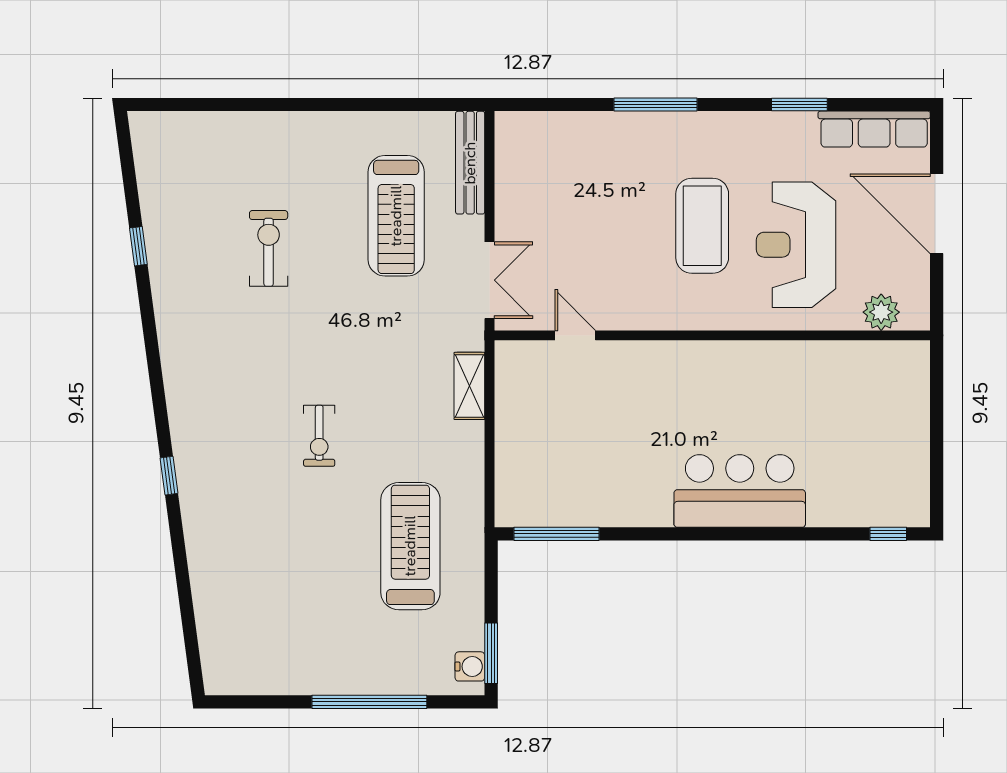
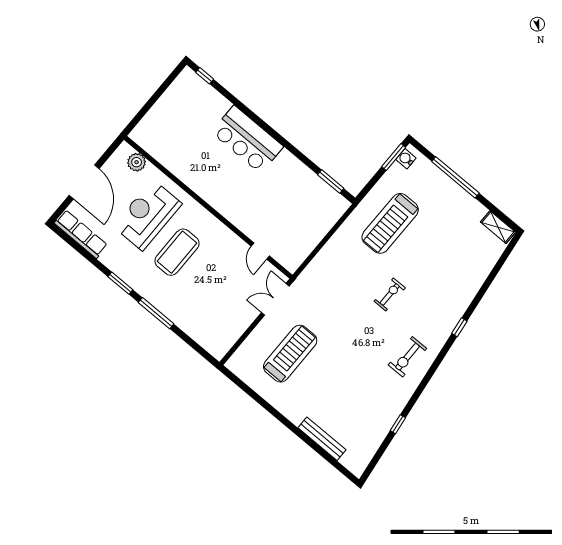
window: (799, 105) -> (120, 283), moved
bench: (470, 163) -> (322, 439), moved, turned 90
reception desk: (796, 245) -> (147, 215), turned 180
exercise bike: (269, 248) -> (407, 357), moved
shelving: (469, 386) -> (498, 227), moved, turned 90
window: (556, 534) -> (331, 181), width x0.69

